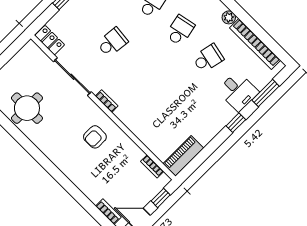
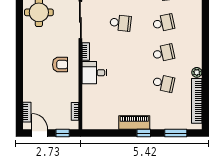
desk: (238, 91) -> (94, 73), moved, turned 90
armchair: (95, 137) -> (60, 65), turned 180
piano: (183, 156) -> (134, 123), moved

